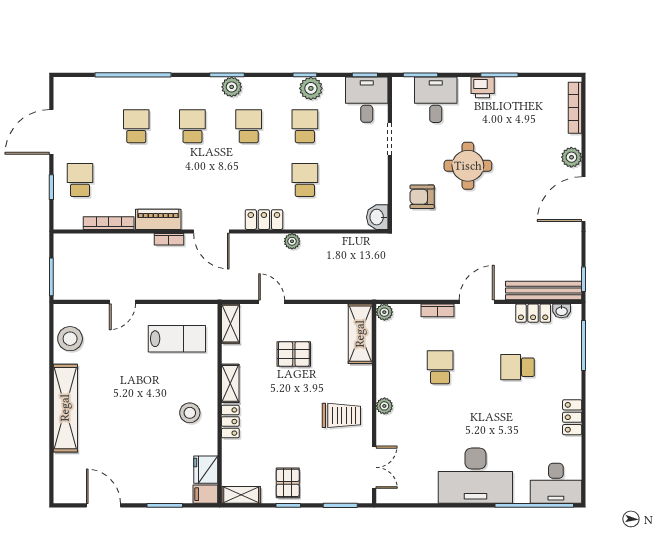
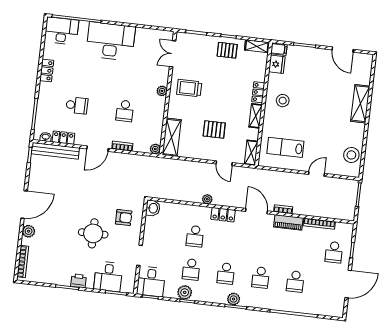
shelving: (65, 408) -> (360, 104), width x0.68
pallet: (288, 483) -> (227, 50), turned 90

